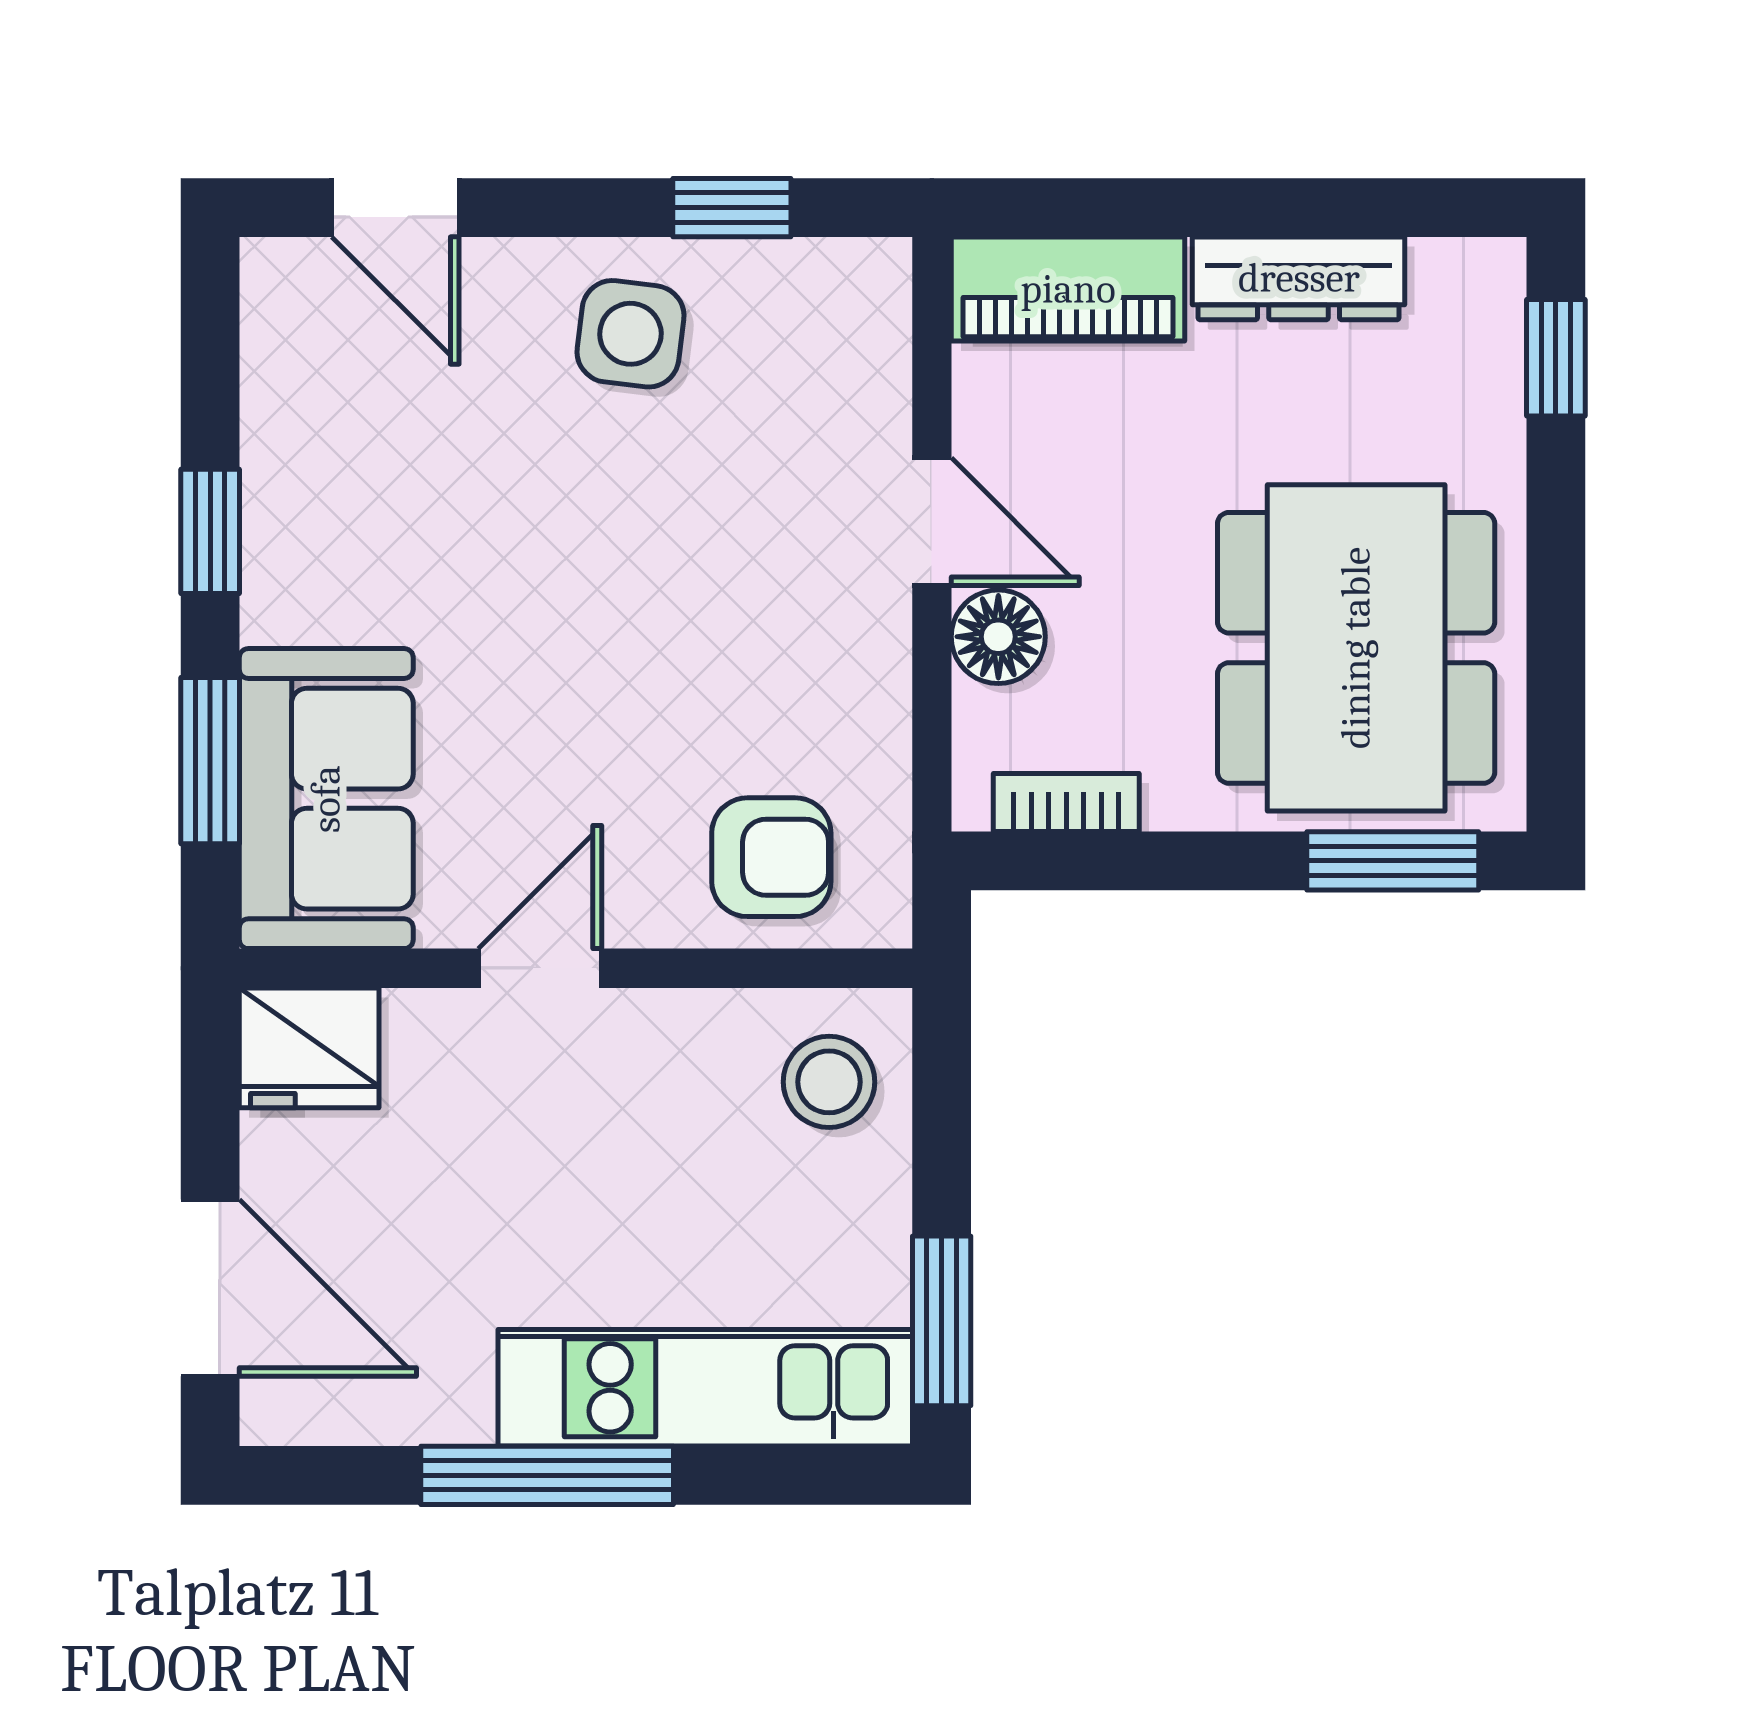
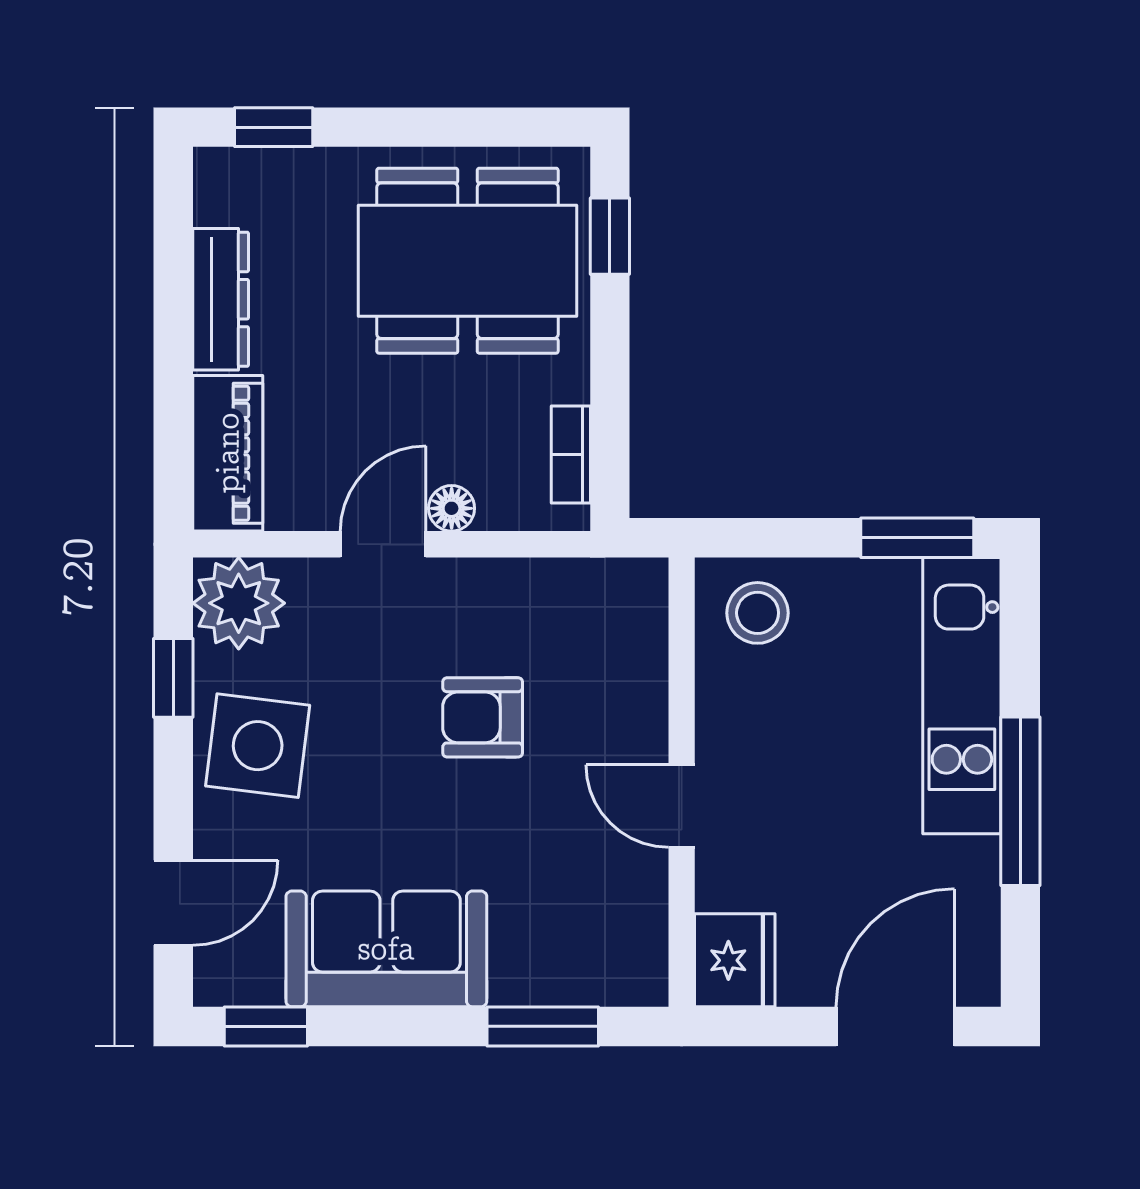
plant: (844, 306) -> (239, 603), added
side table: (630, 334) -> (258, 746), width x1.37, depth x1.37
window: (210, 531) -> (266, 1026), moved
floor lamp: (998, 637) -> (452, 508), width x0.73, depth x0.73
sofa: (326, 799) -> (386, 949), moved
armchair: (771, 857) -> (483, 717), moved, turned -90
window: (1393, 861) -> (610, 236), width x0.67

